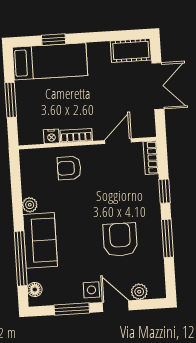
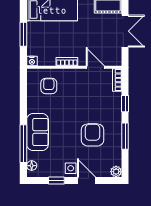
nightstand: (51, 136) -> (32, 61), moved
door: (118, 141) -> (95, 67), hinge flipped
armchair: (69, 168) -> (49, 86), moved, turned 90
plant: (30, 205) -> (32, 107), removed
plant: (139, 292) -> (116, 172), moved
window: (72, 309) -> (56, 181), width x0.67

